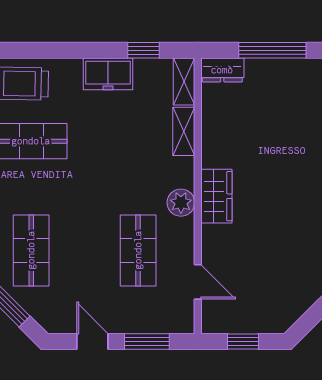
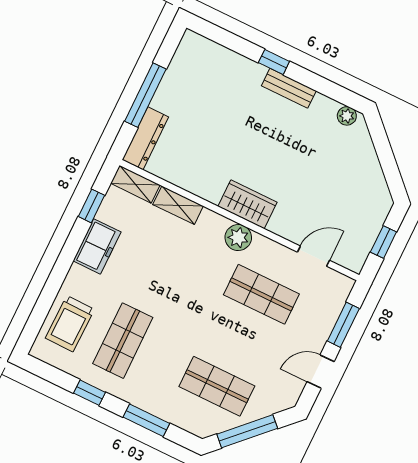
dresser: (222, 70) -> (145, 138), width x1.44

